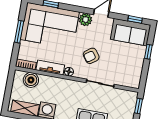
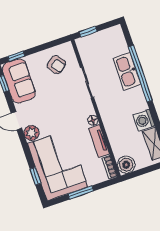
window: (148, 52) -> (16, 56), moved
armchair: (91, 56) -> (56, 65), moved
boiler: (31, 80) -> (126, 165), moved

